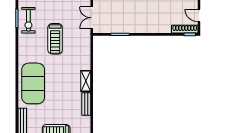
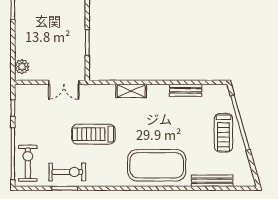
treadmill: (55, 39) -> (93, 134), turned 180
shelving: (86, 81) -> (131, 91), moved

